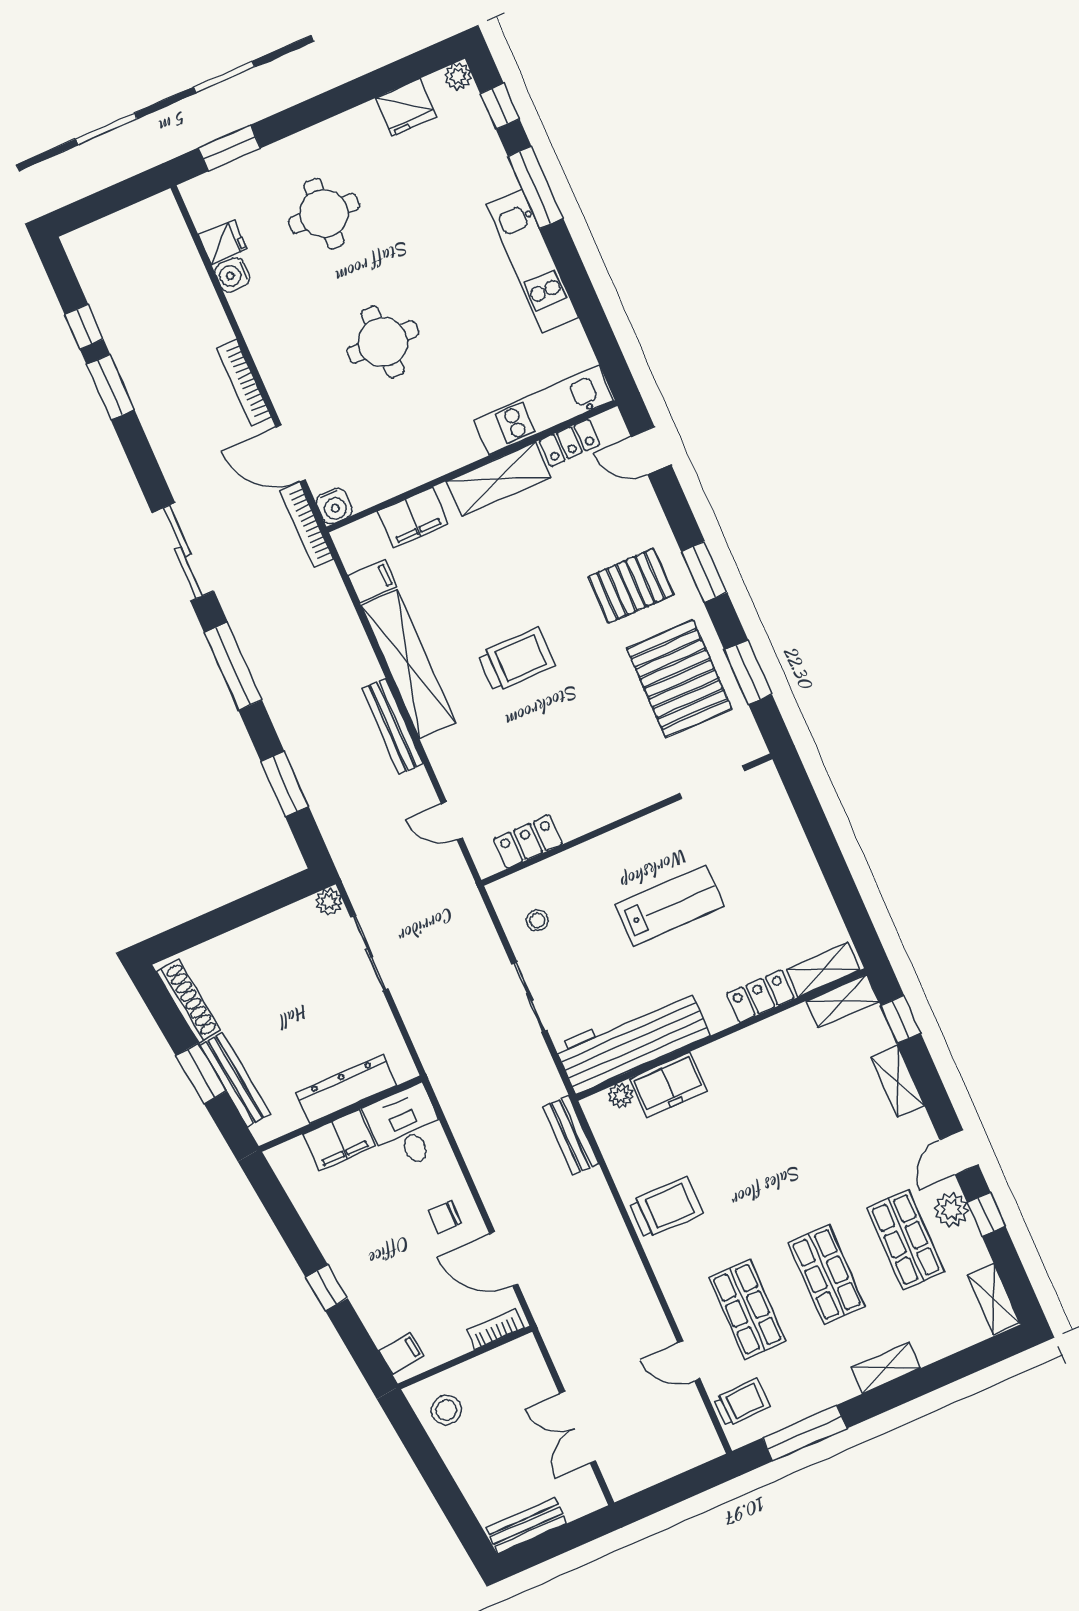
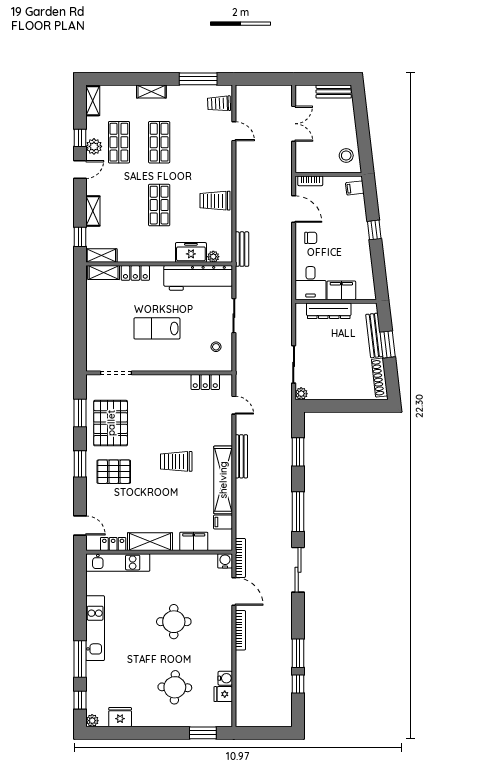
shop shelf: (747, 1309) -> (159, 205), moved

